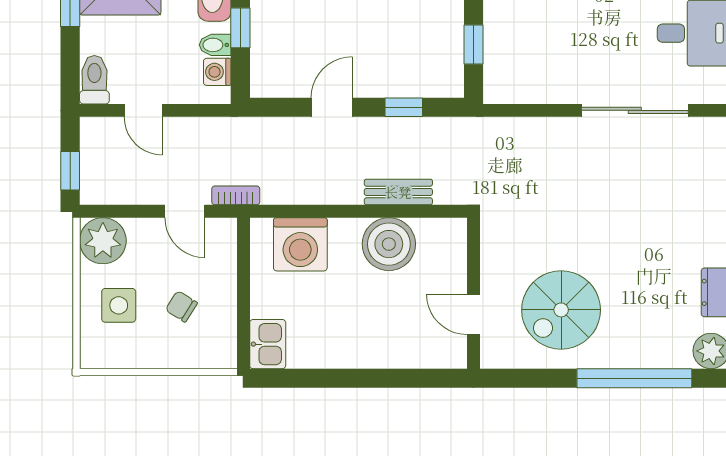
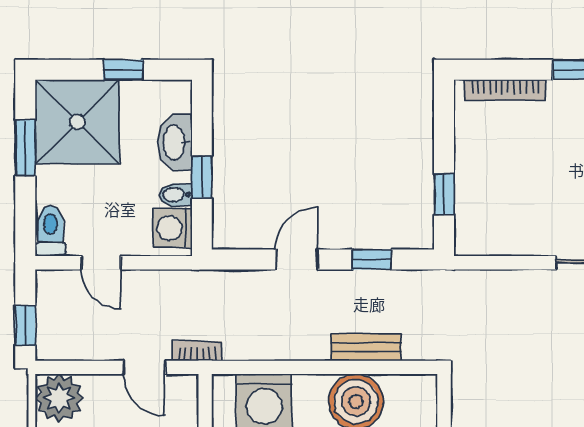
washing machine: (217, 72) -> (173, 228), width x1.38, depth x1.38

